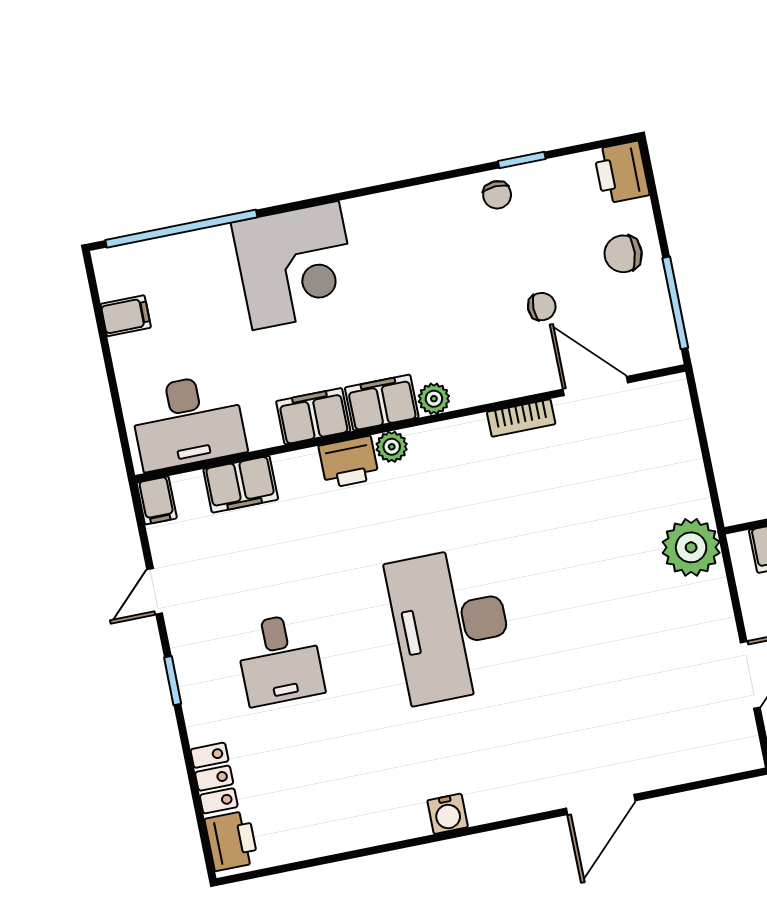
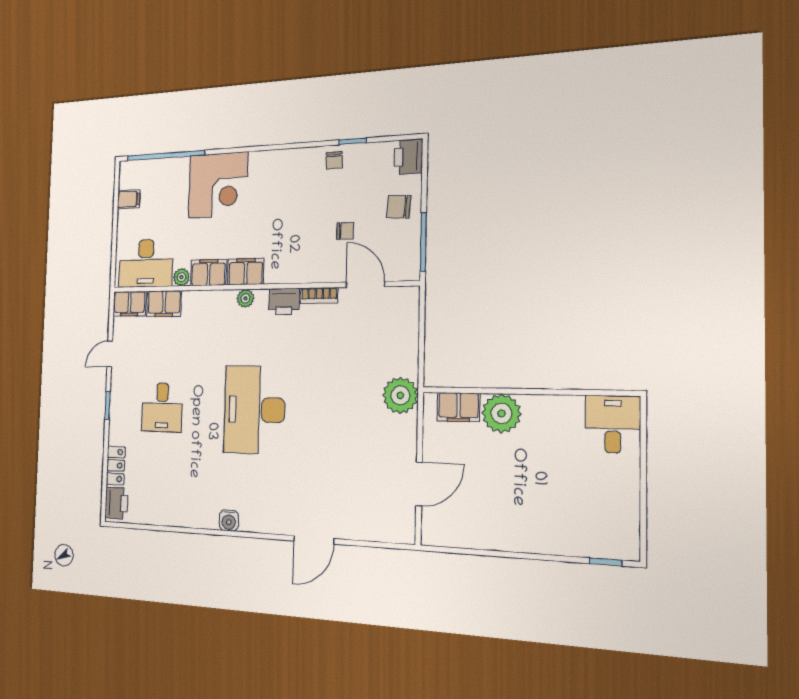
plant: (434, 399) -> (181, 277), moved
printer: (349, 462) -> (284, 302), moved
filing cabinet: (157, 500) -> (129, 304), width x2.00

